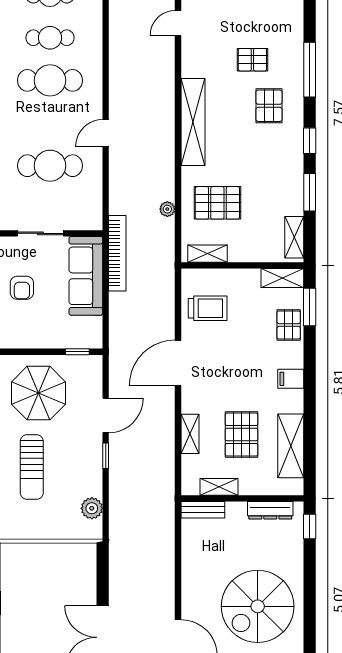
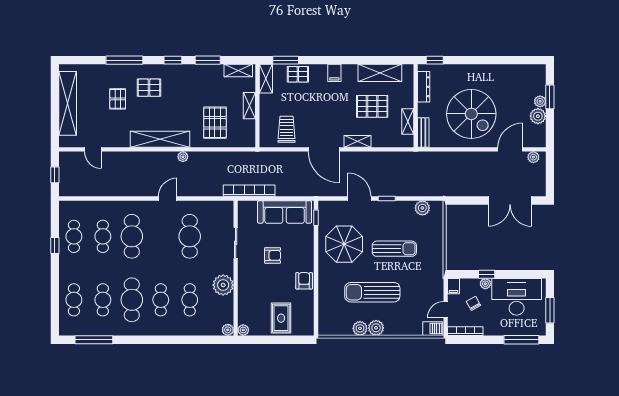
door: (106, 133) -> (168, 199), swing flipped
plant: (167, 209) -> (183, 157), moved
shelving: (207, 254) -> (249, 106), moved
sofa: (86, 276) -> (285, 212), moved
shelving: (190, 434) -> (358, 141), moved
spiral stairs: (258, 606) -> (471, 114), moved

